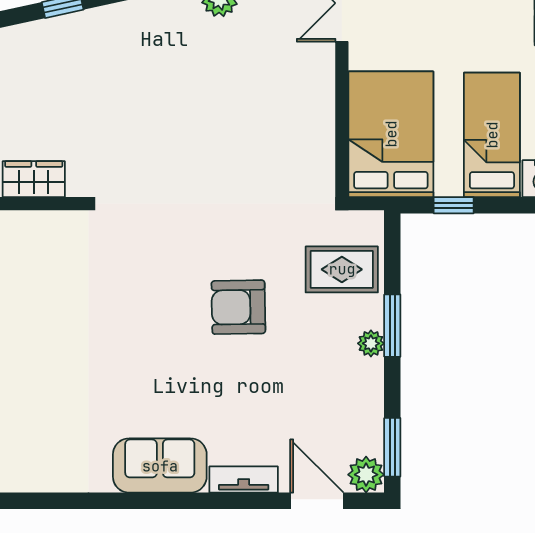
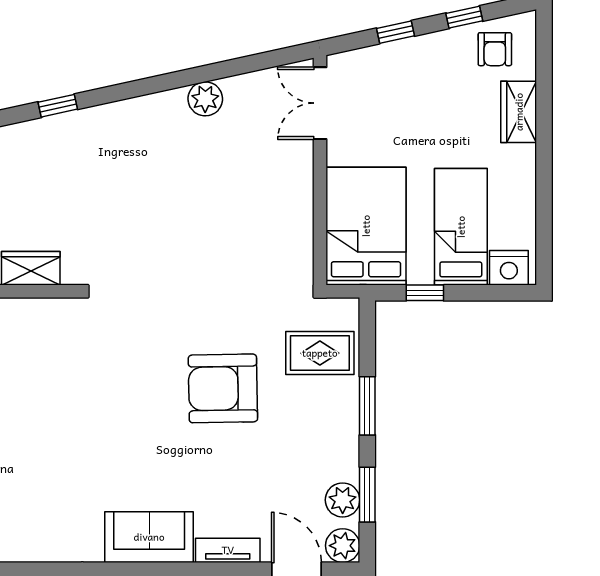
armchair: (238, 307) -> (223, 388), width x1.36, depth x1.36
plant: (371, 343) -> (343, 500), moved, width x1.38, depth x1.38
window: (392, 447) -> (367, 495), moved

